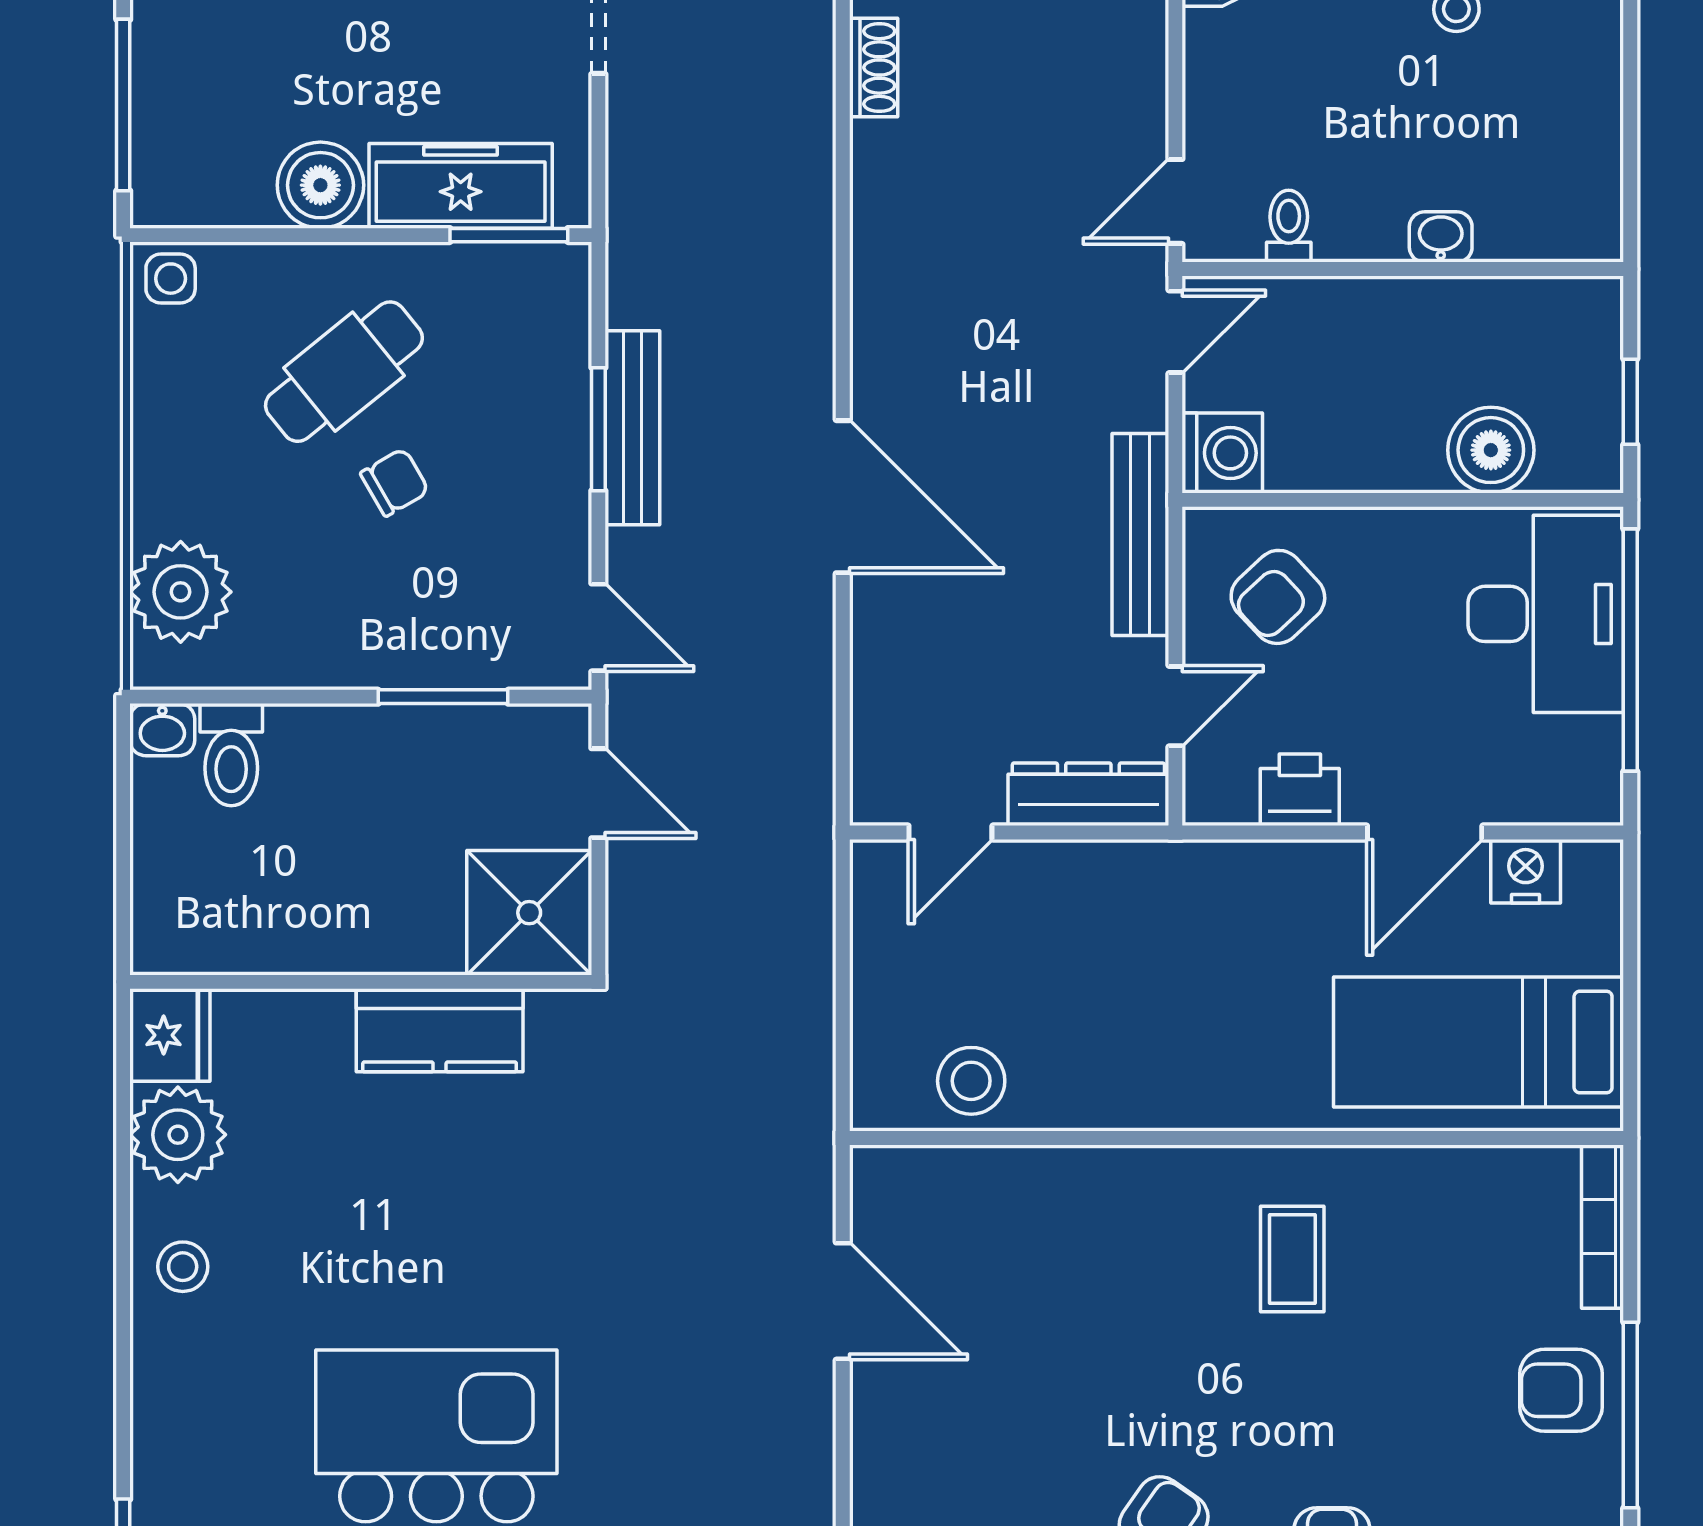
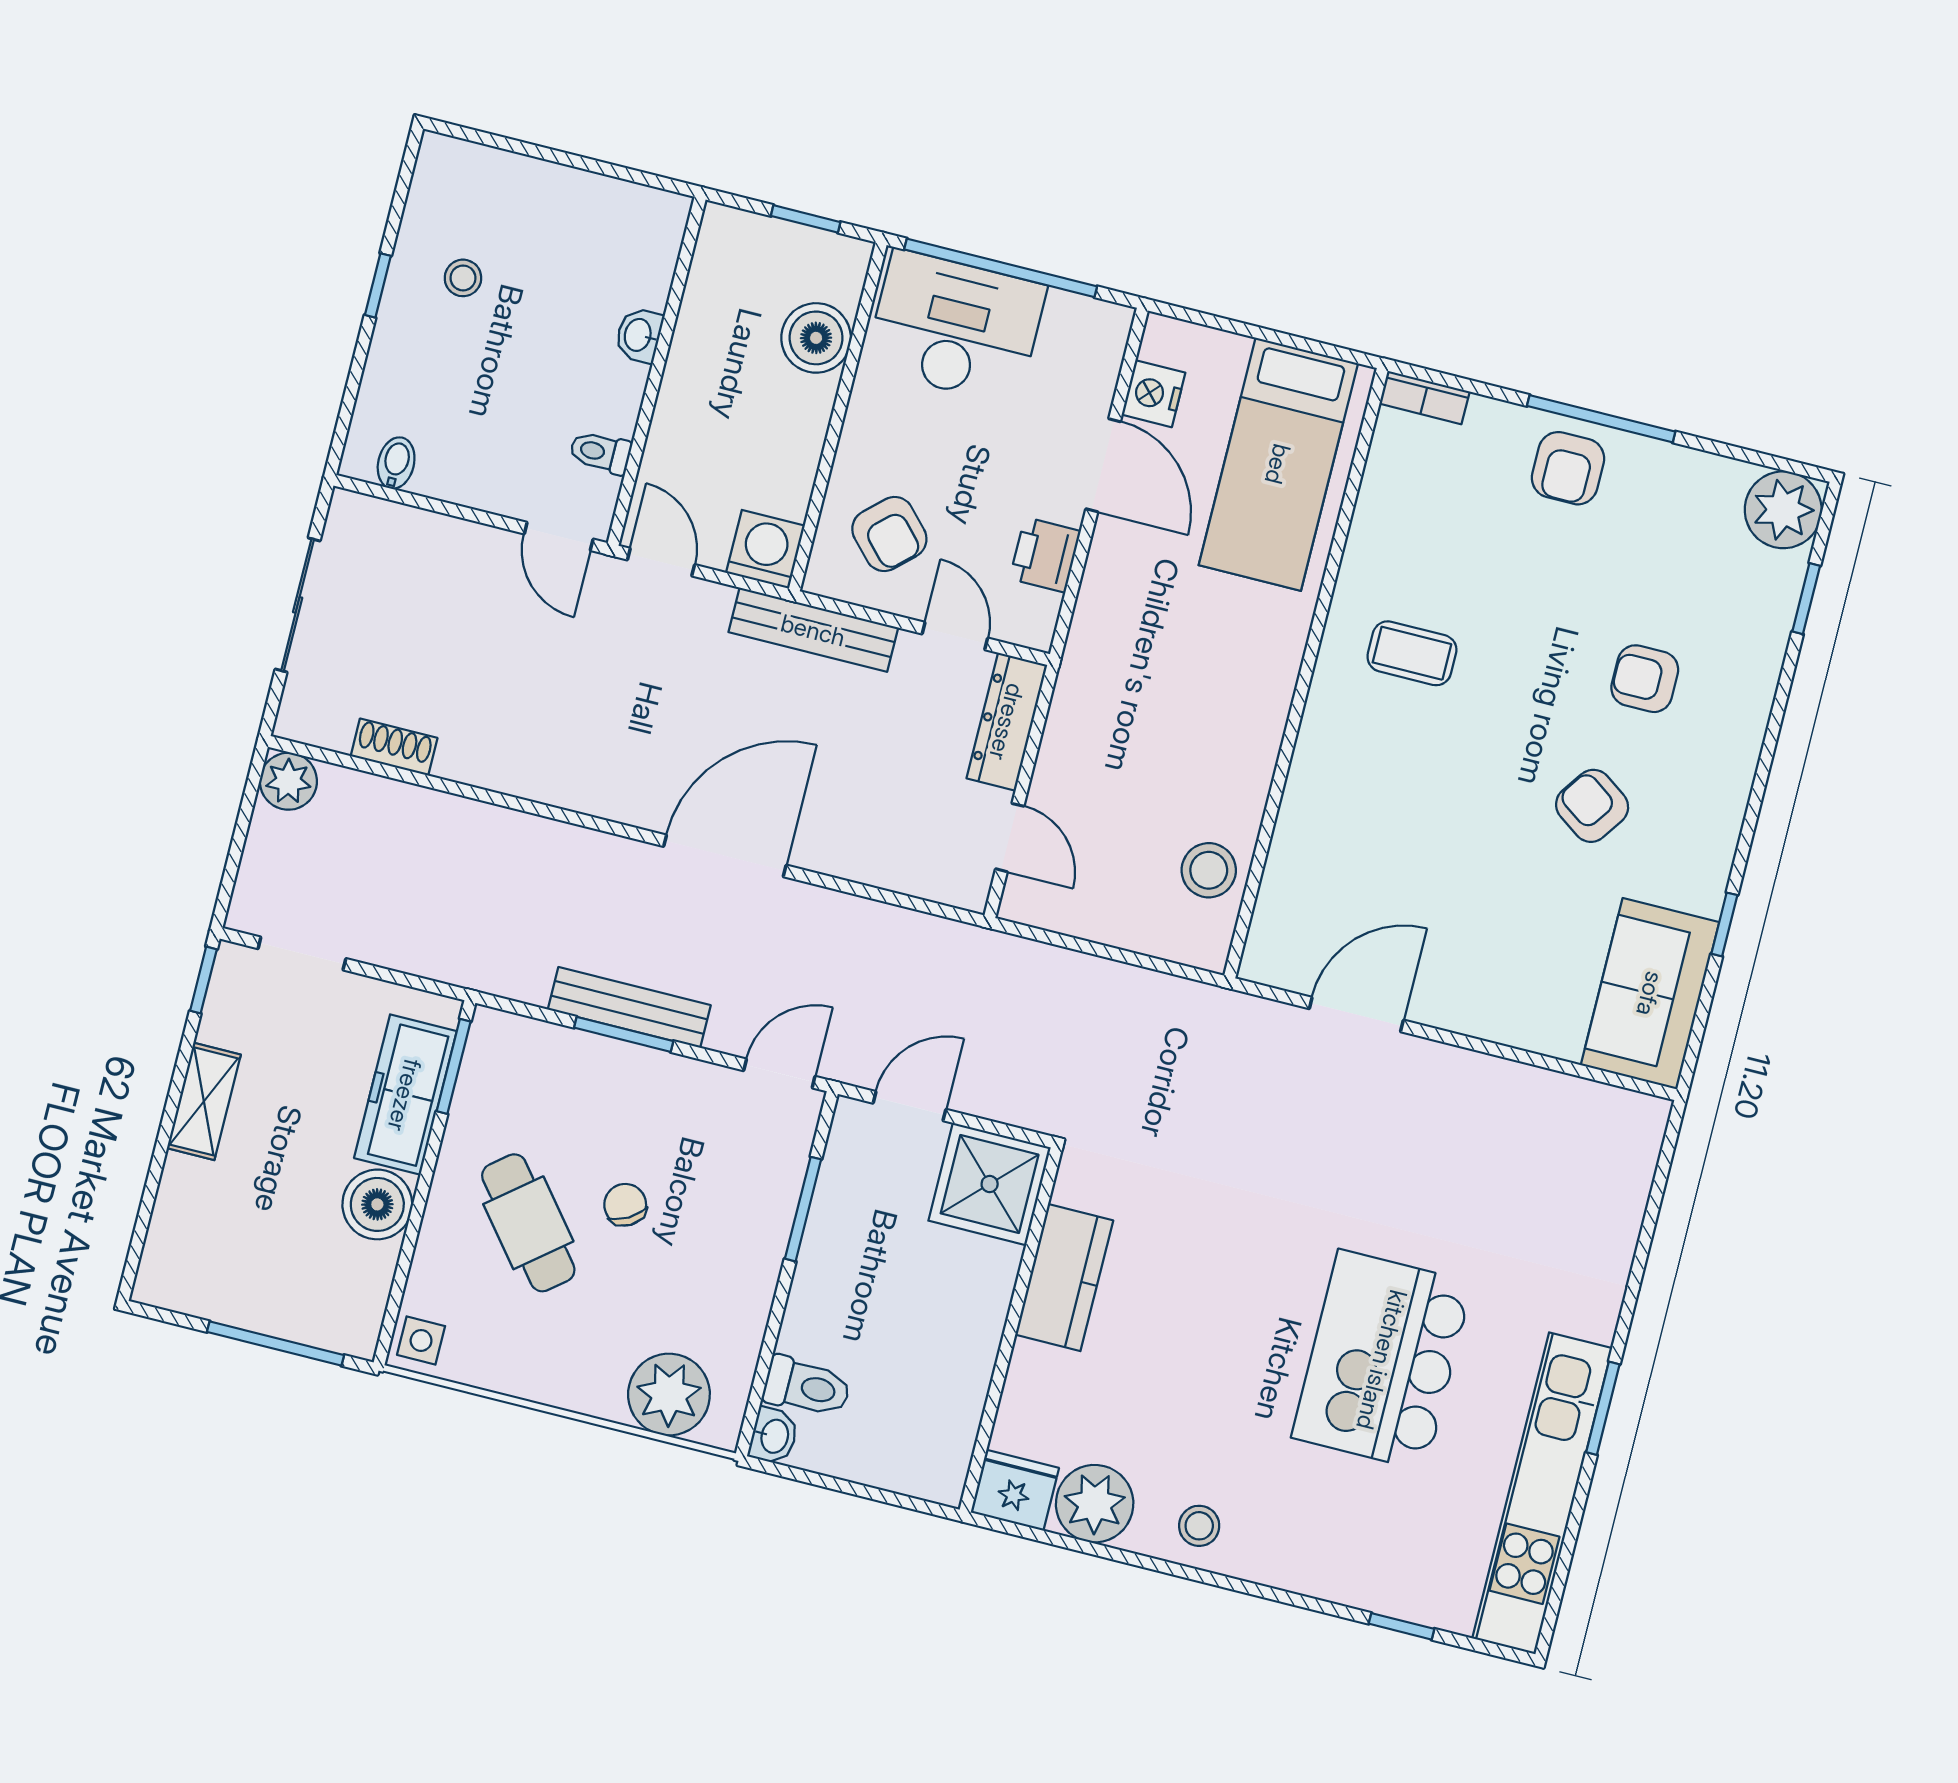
bookcase: (1603, 1227) -> (1425, 398), width x0.64

